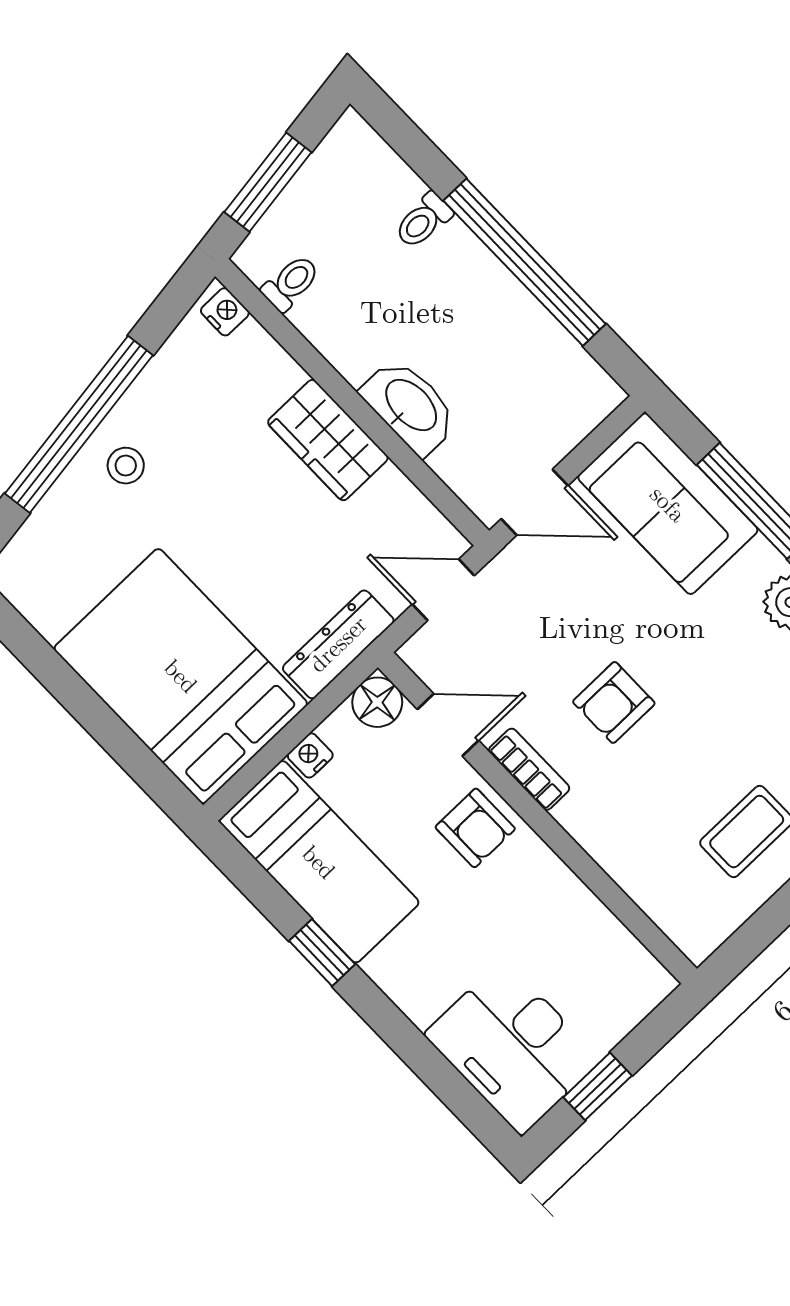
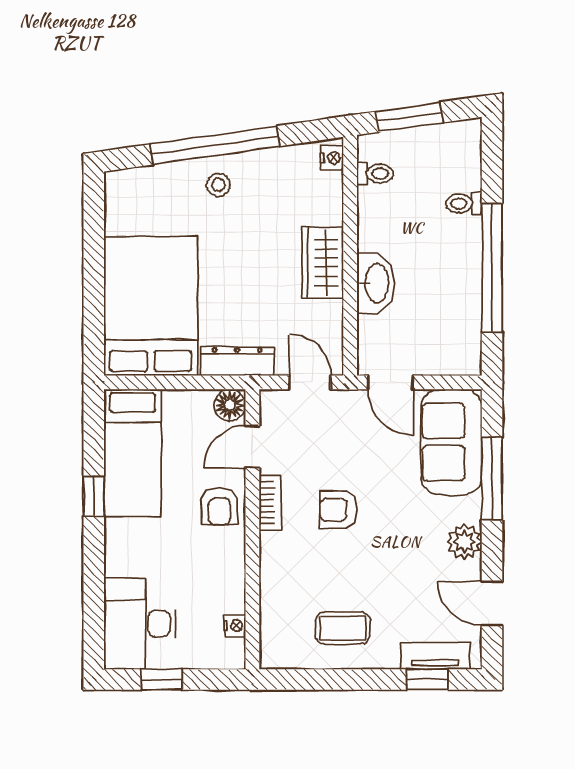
door: (448, 725) -> (252, 447), swing flipped
nightstand: (310, 755) -> (235, 626), moved, turned 90

